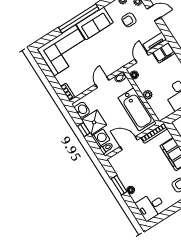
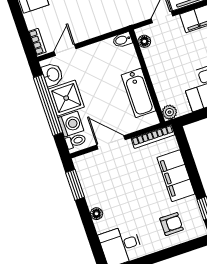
door: (102, 82) -> (65, 50), moved
plant: (148, 95) -> (169, 112), moved
bathtub: (136, 109) -> (139, 93), width x0.73, depth x0.73
window: (84, 130) -> (48, 105), width x3.17
window: (119, 185) -> (75, 185), moved

